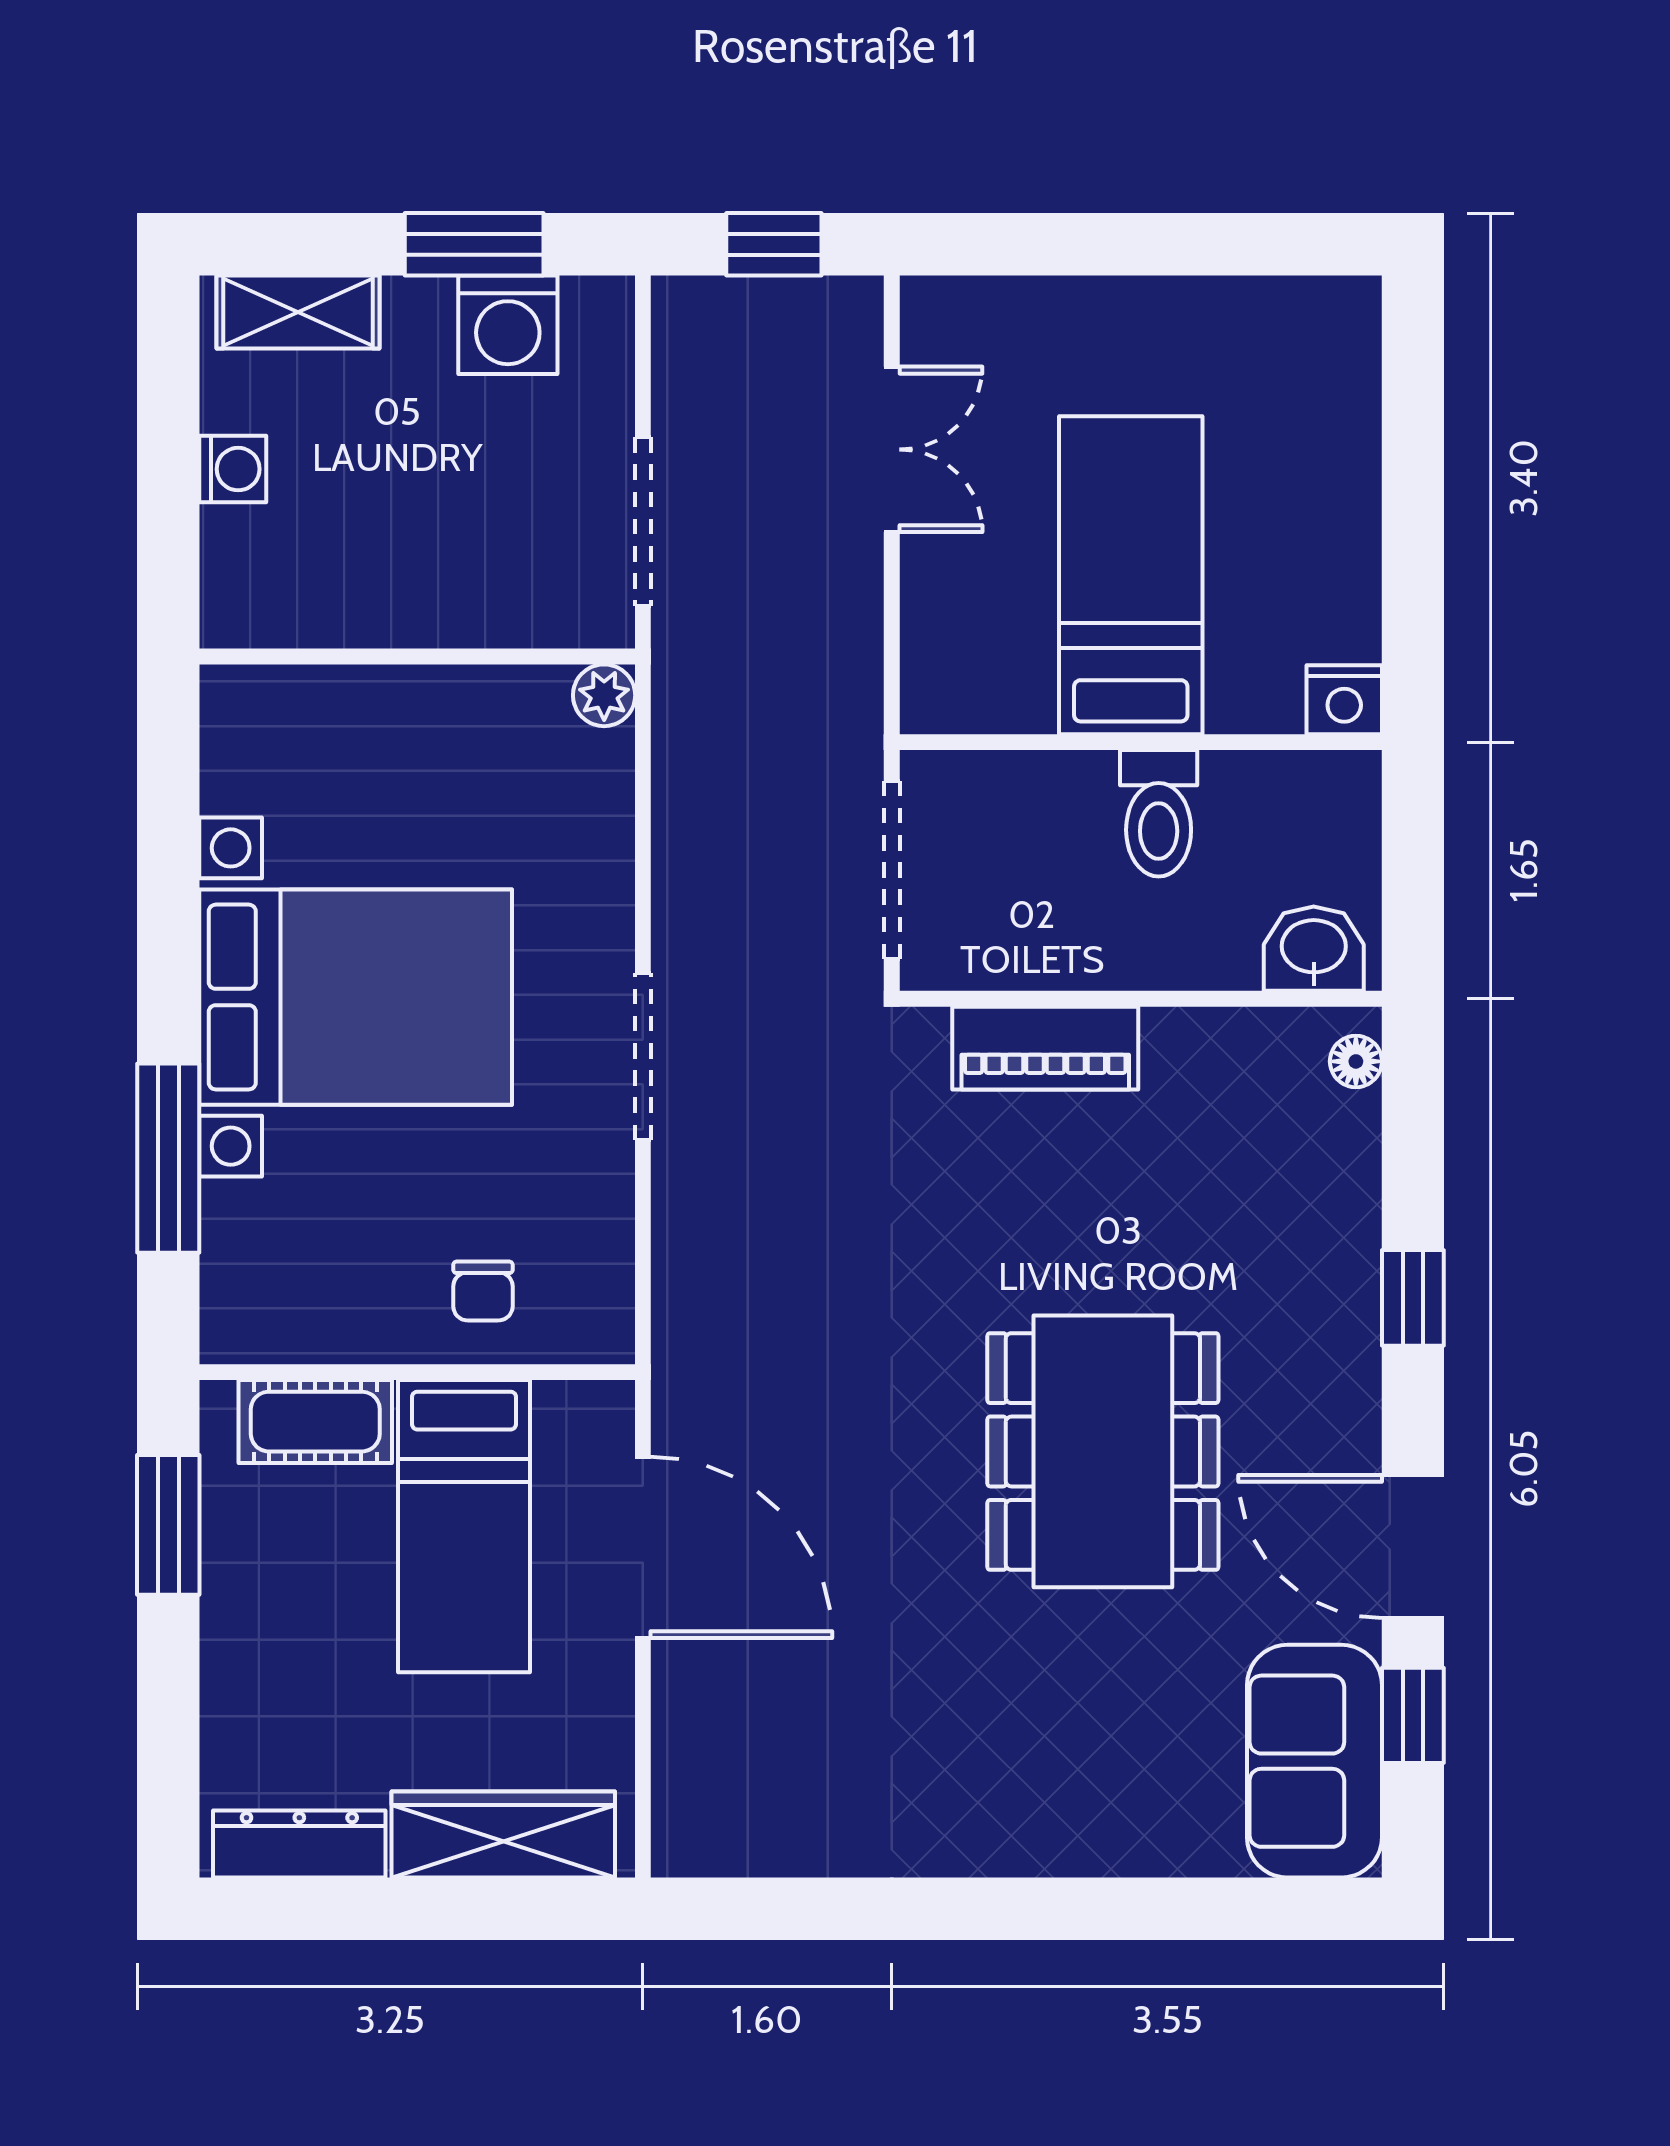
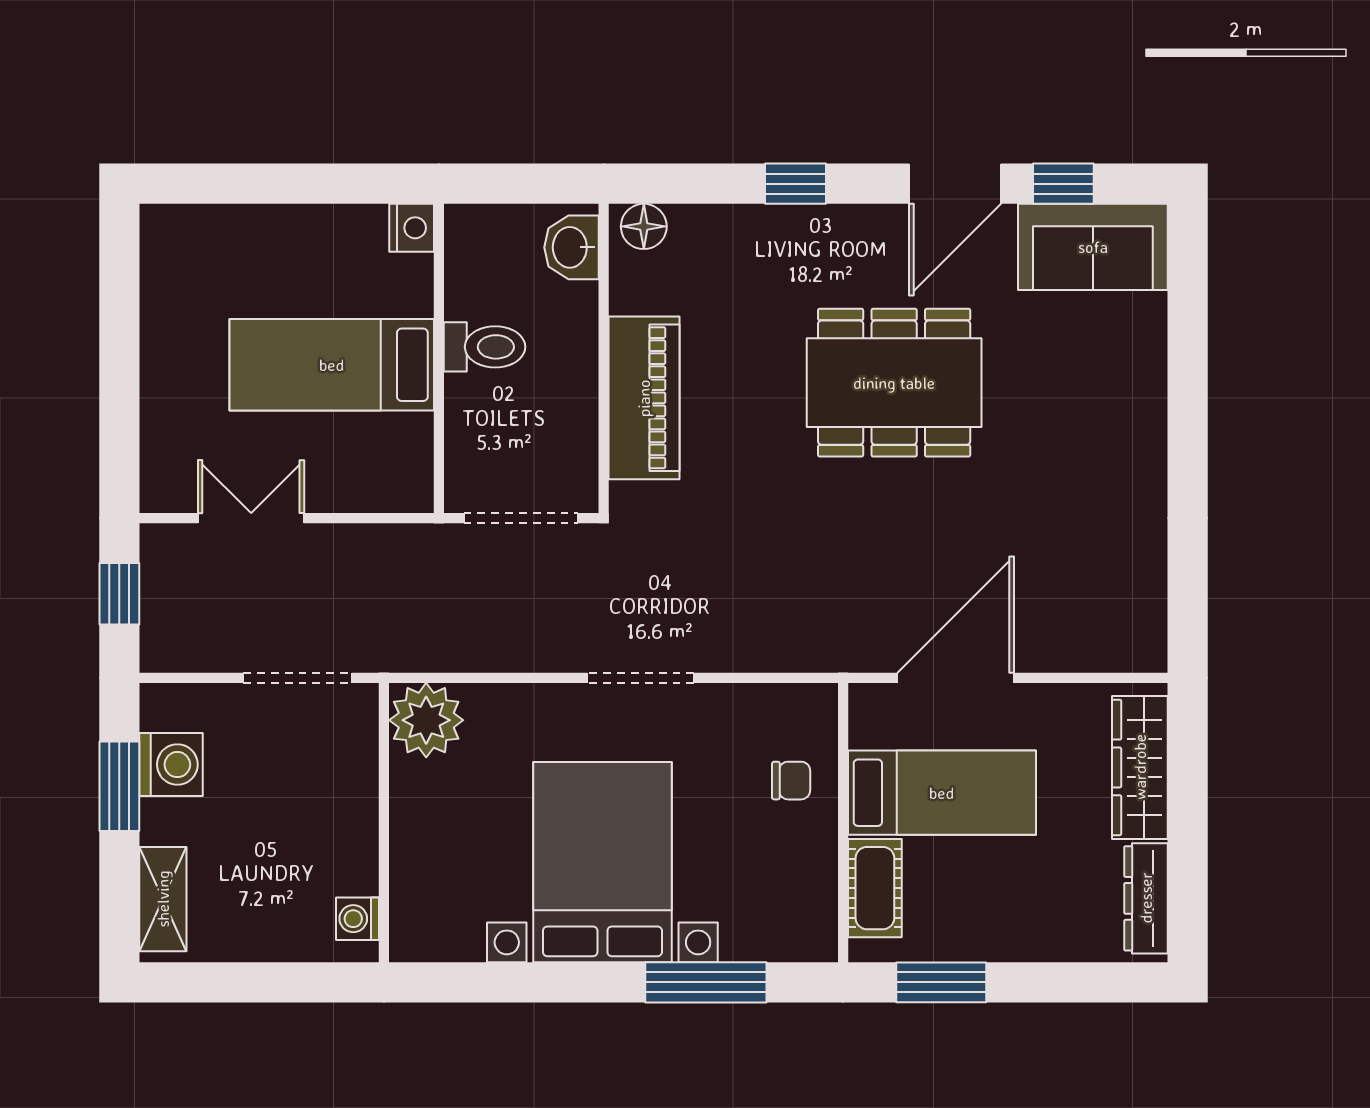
washing machine: (233, 469) -> (358, 919), moved, turned -90
plant: (604, 695) -> (426, 720), width x1.88, depth x1.88
piano: (1045, 1048) -> (644, 398), width x1.37, depth x1.33
floor lamp: (1356, 1061) -> (644, 226), width x1.37, depth x1.37

